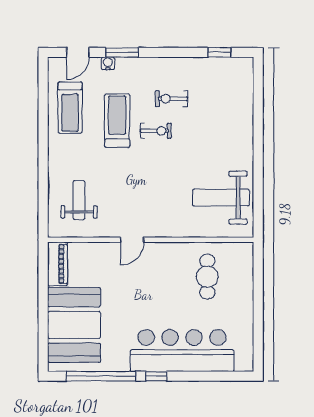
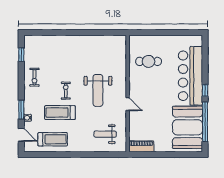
exercise bike: (171, 99) -> (34, 77), moved
weight bench: (221, 198) -> (98, 90), moved
booth: (74, 325) -> (188, 127), moved, turned 90

